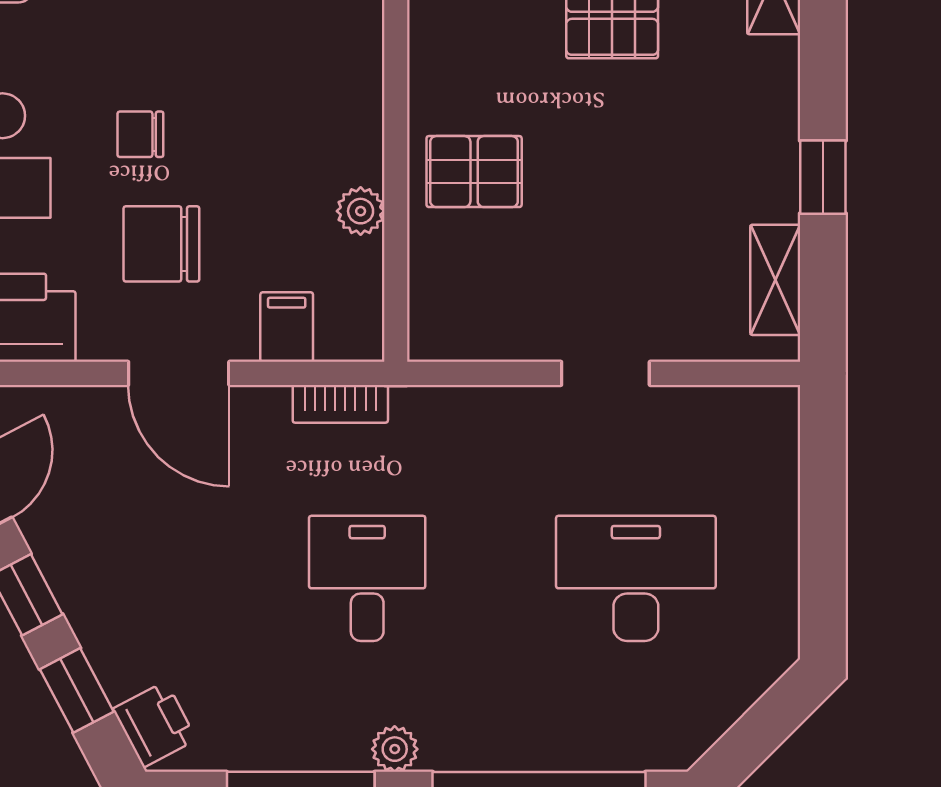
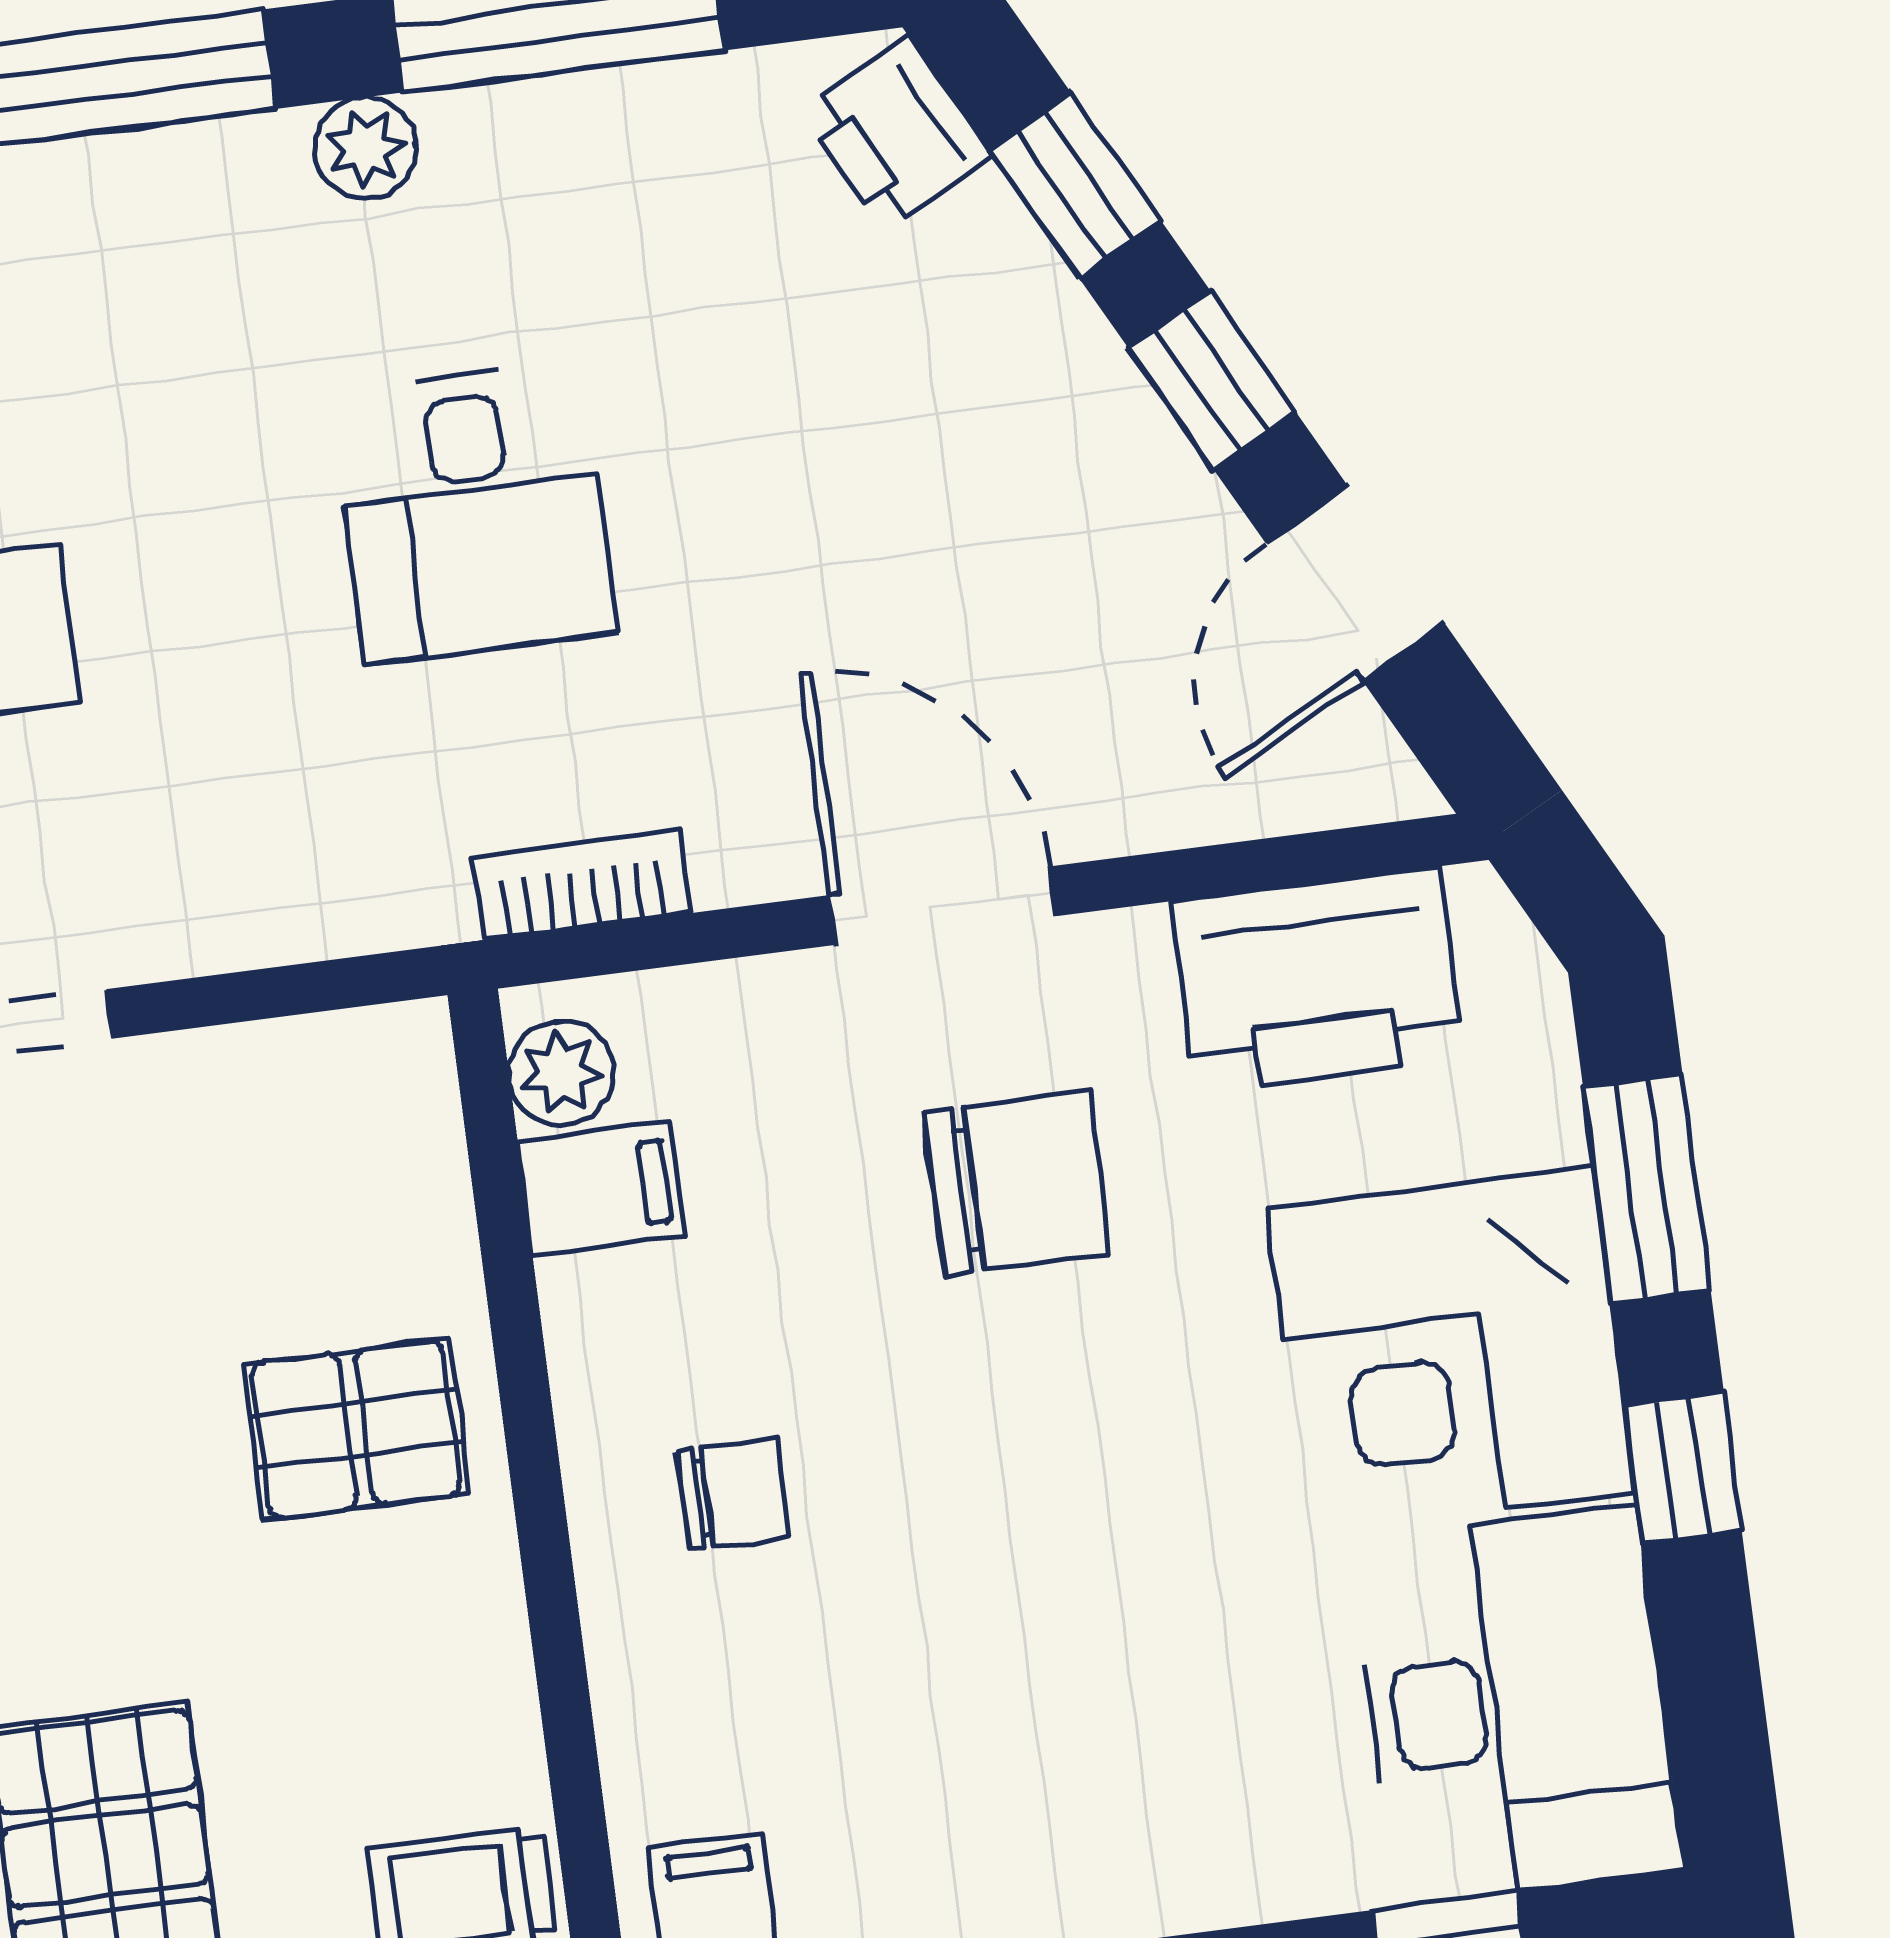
chair: (140, 134) -> (733, 1494), moved
plant: (361, 211) -> (561, 1073), moved
filing cabinet: (287, 327) -> (601, 1189), moved, turned -90

